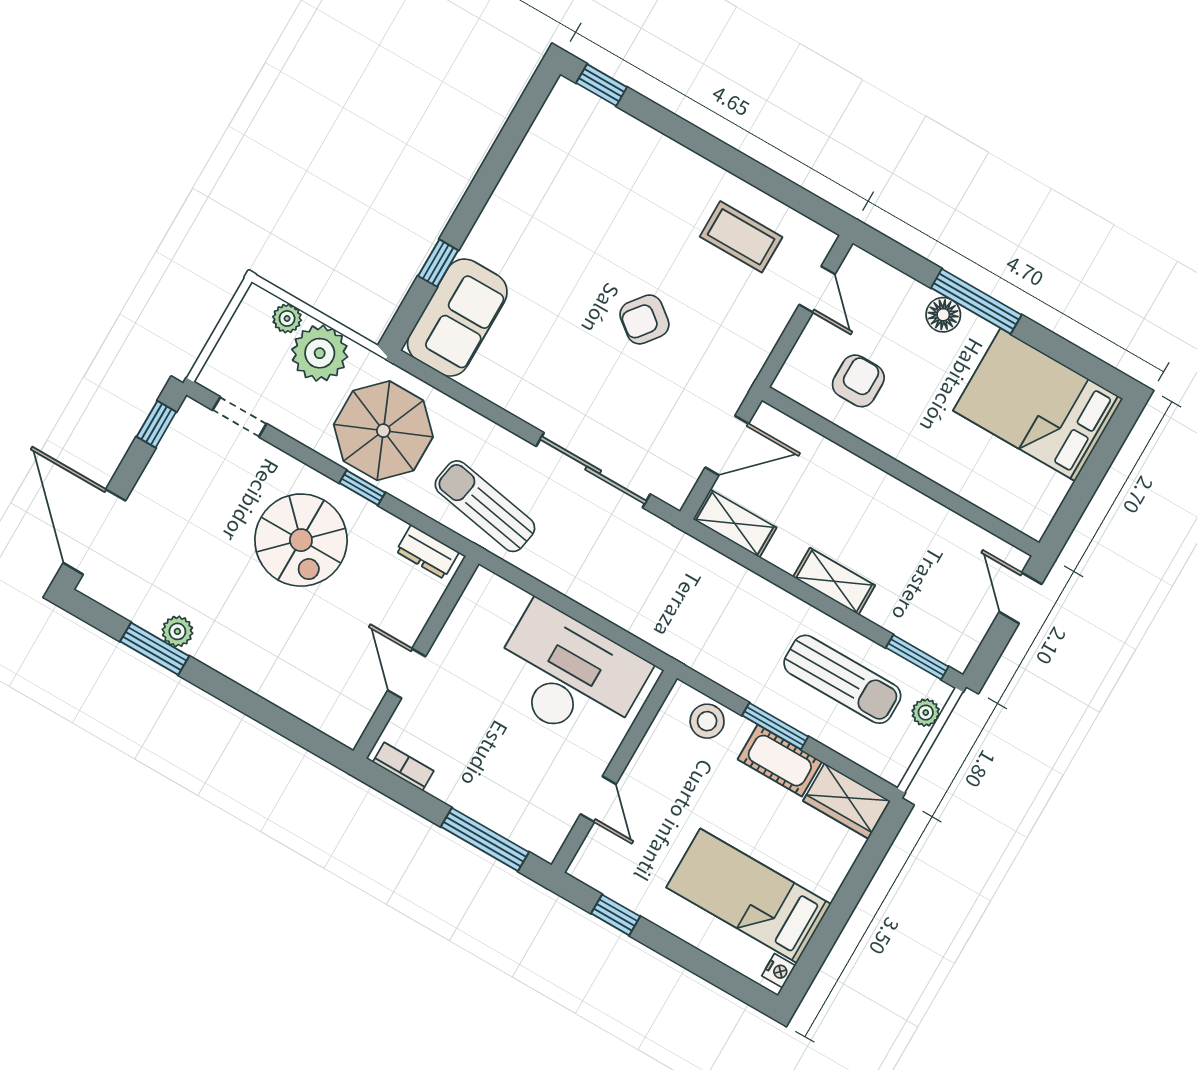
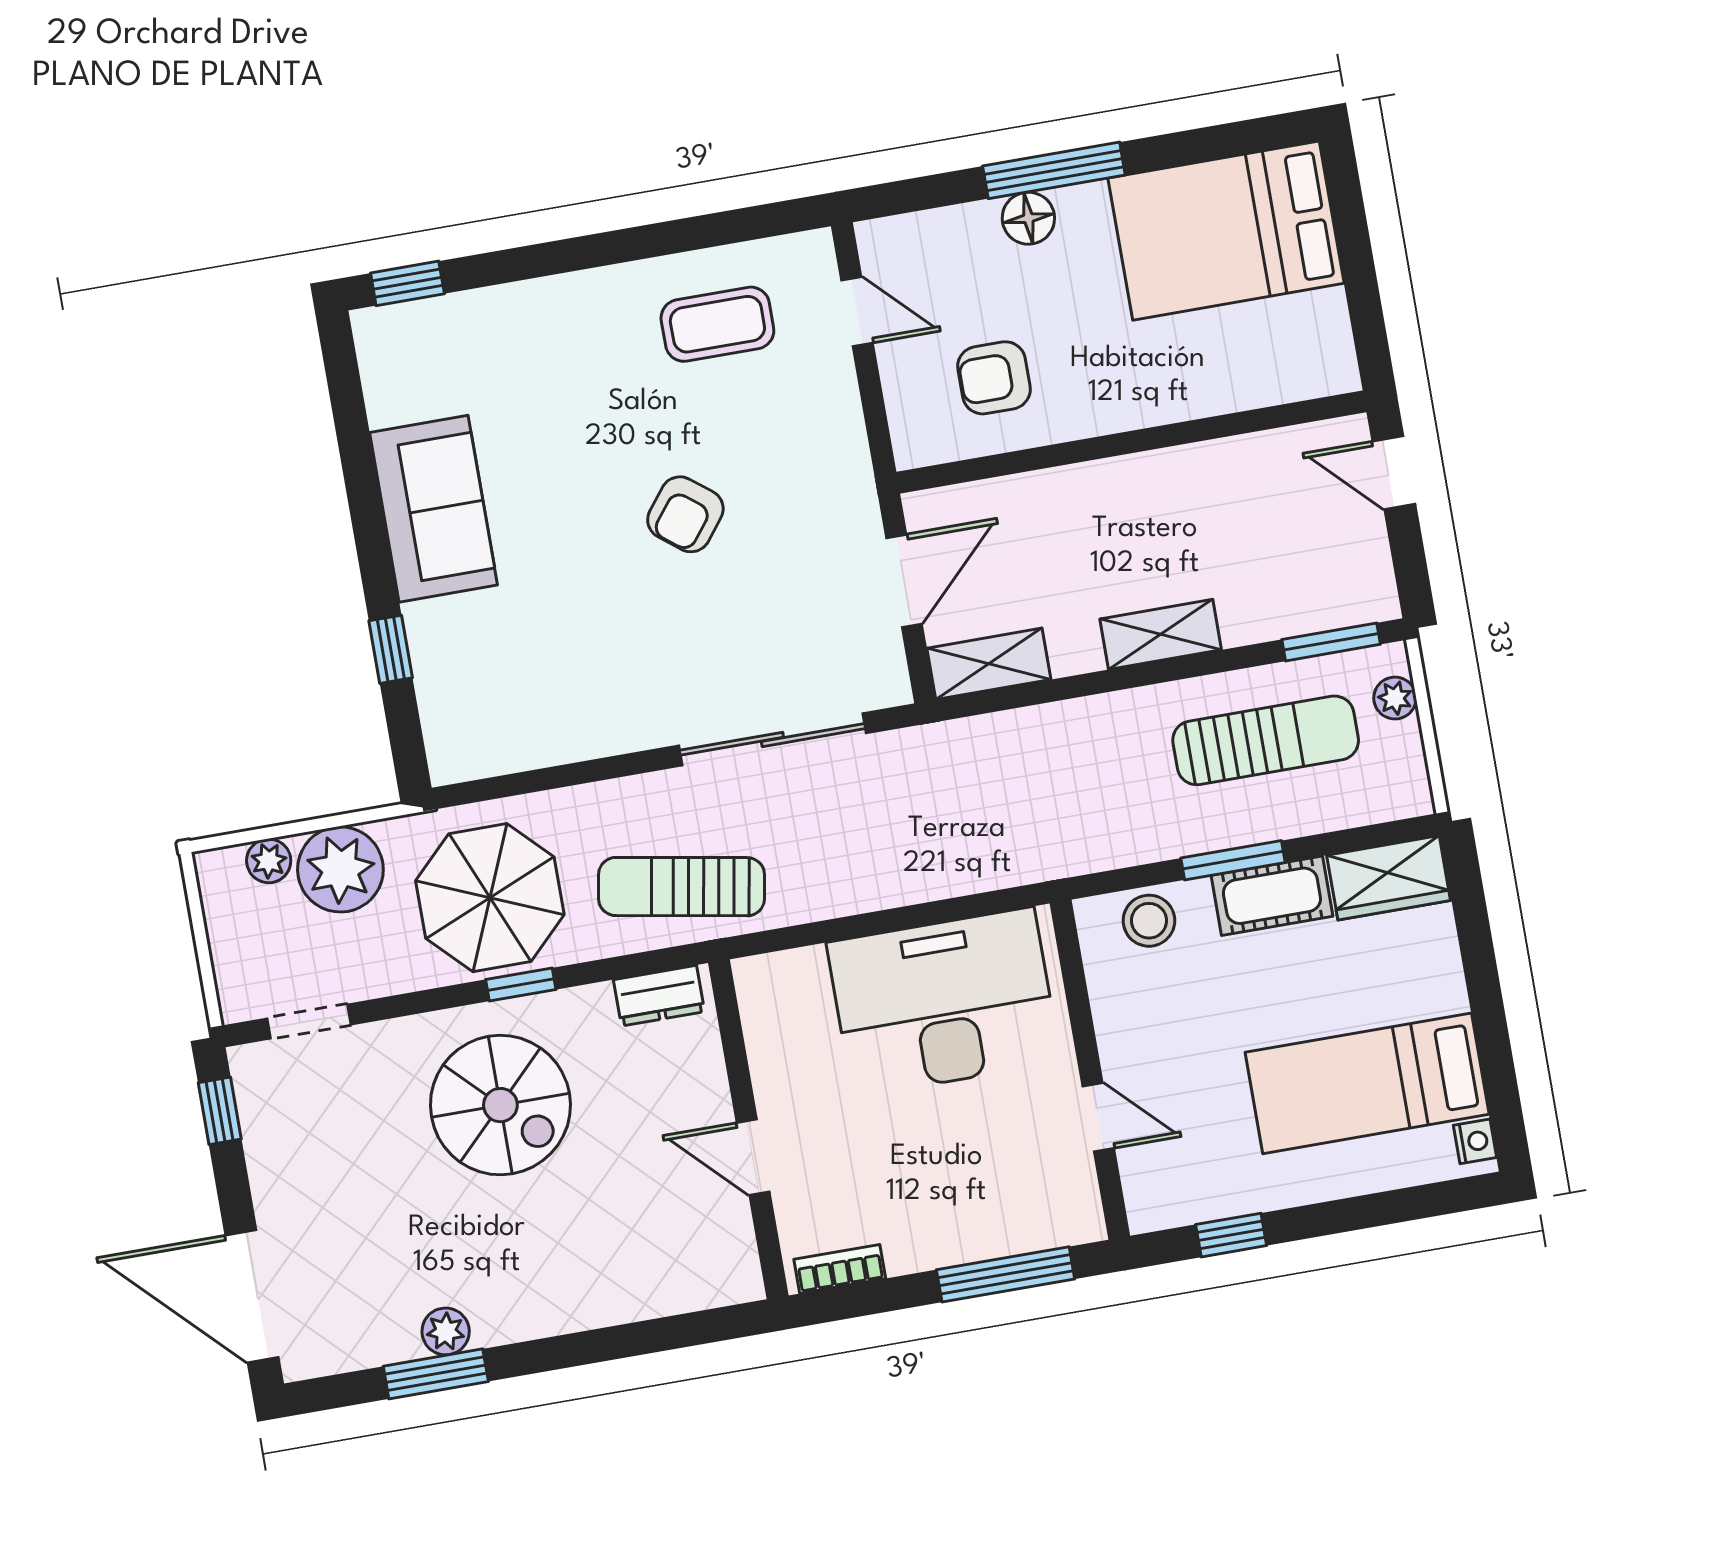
sofa: (457, 318) -> (434, 509), moved
armchair: (858, 381) -> (994, 378), turned -90

